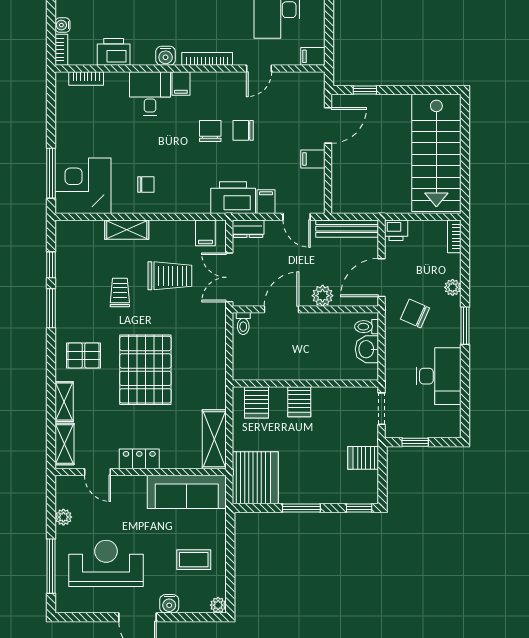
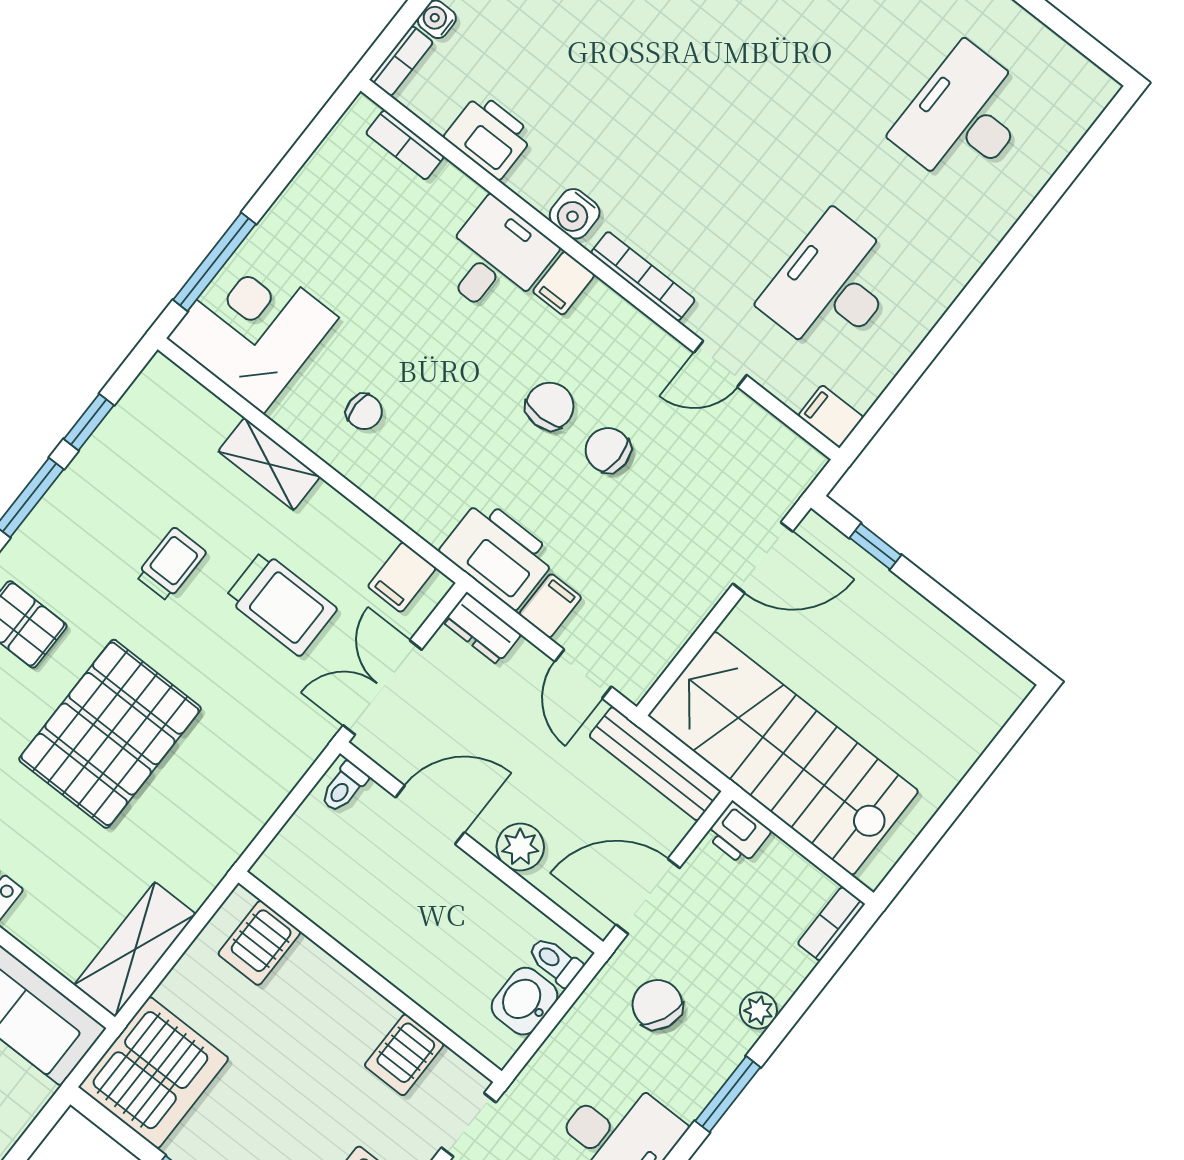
stairs: (436, 153) -> (783, 753), moved, turned 90
filing cabinet: (313, 159) -> (690, 595), removed
server rack: (299, 402) -> (404, 1055), moved

